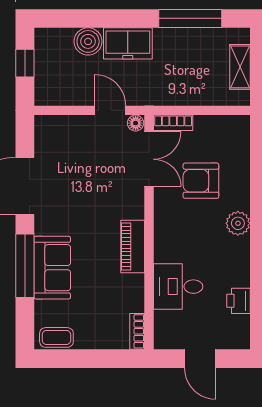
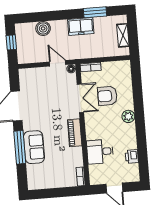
window: (190, 18) -> (95, 12), width x0.69
freezer: (128, 43) -> (81, 26), moved
double door: (149, 159) -> (80, 98), moved
coffee table: (56, 337) -> (39, 183), removed

